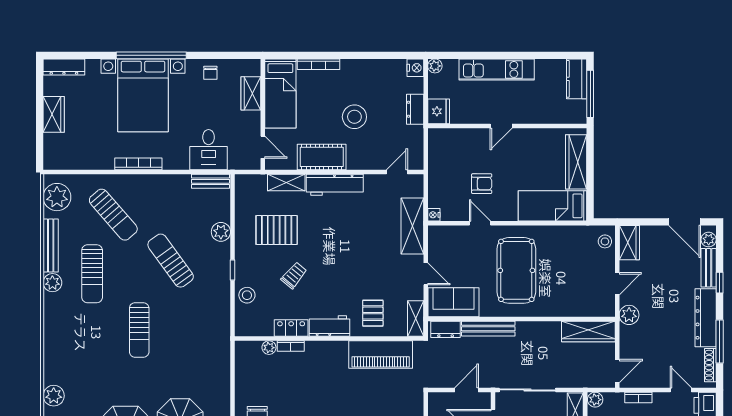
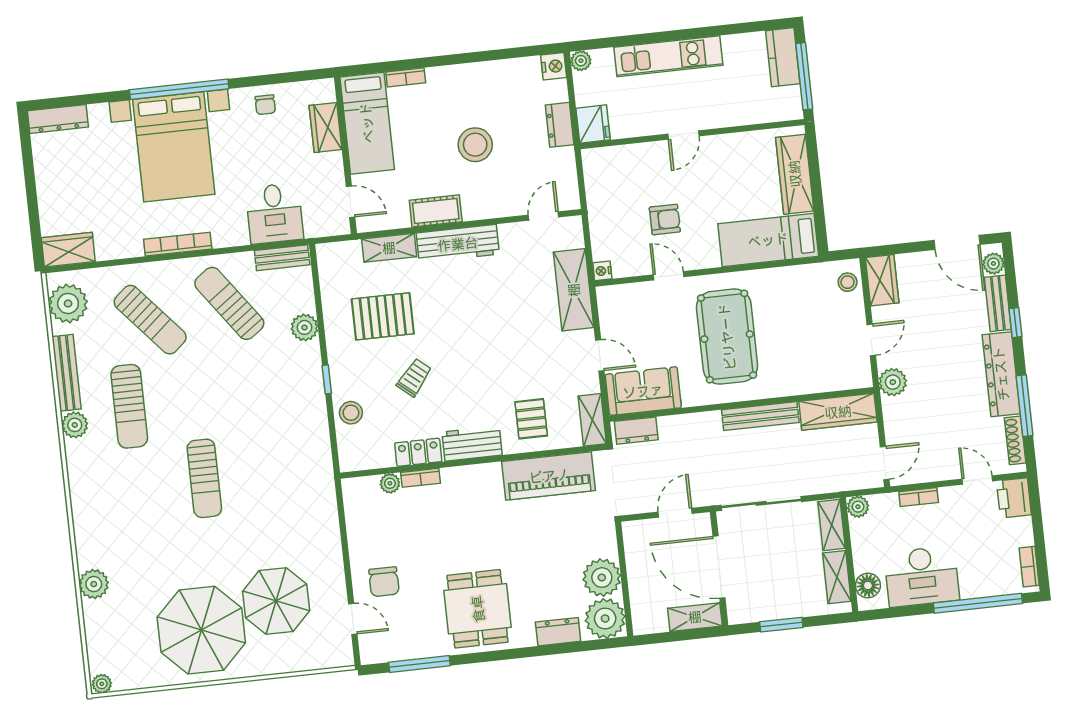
bookcase: (318, 64) -> (406, 77), width x0.64
wardrobe: (54, 114) -> (68, 250), moved, turned -90
cot: (322, 157) -> (436, 211), width x0.73, depth x0.75
sun lounger: (171, 261) -> (229, 303), moved
bench: (488, 329) -> (760, 416), moved

